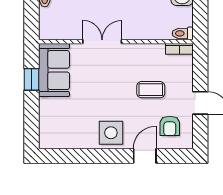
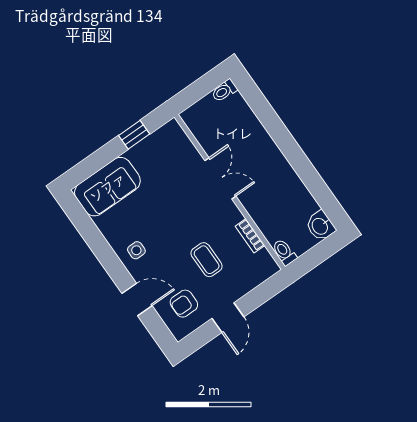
bookcase: (179, 49) -> (250, 236), moved
sofa: (54, 70) -> (107, 187), moved
side table: (111, 133) -> (136, 250), width x0.54, depth x0.54

